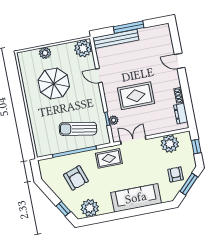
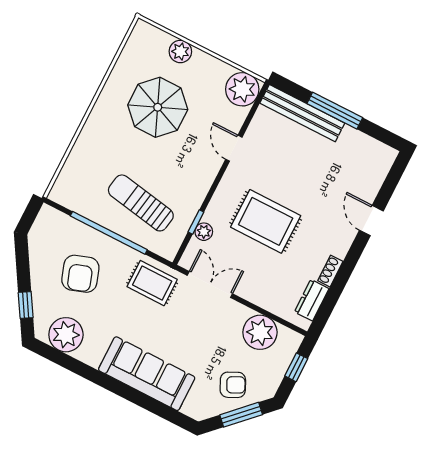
armchair: (176, 174) -> (233, 385), turned 64

